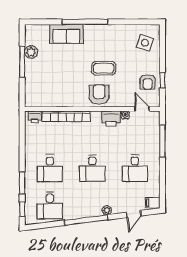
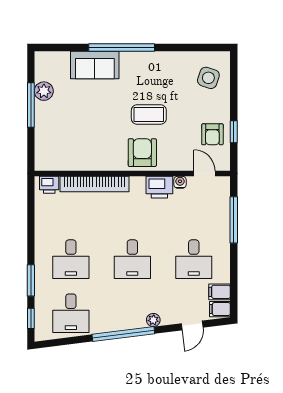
filing cabinet: (153, 191) -> (220, 292), added

